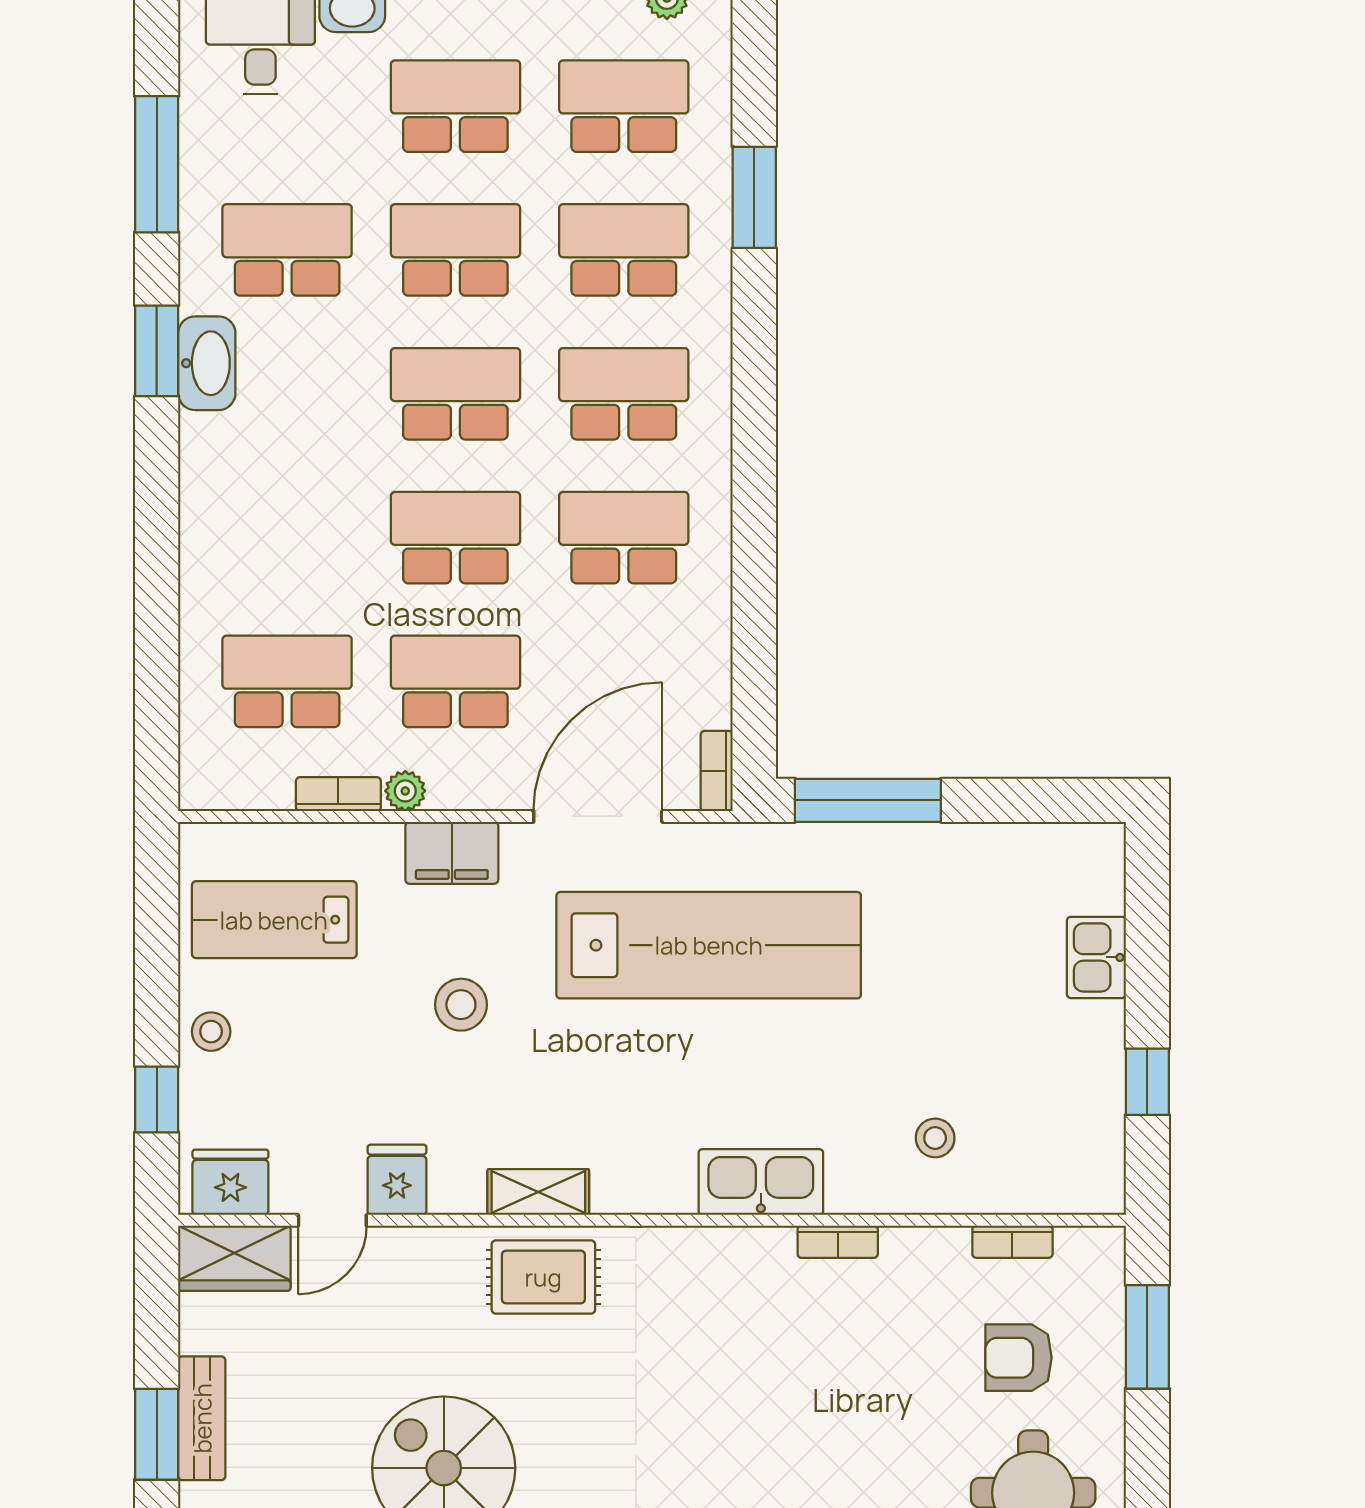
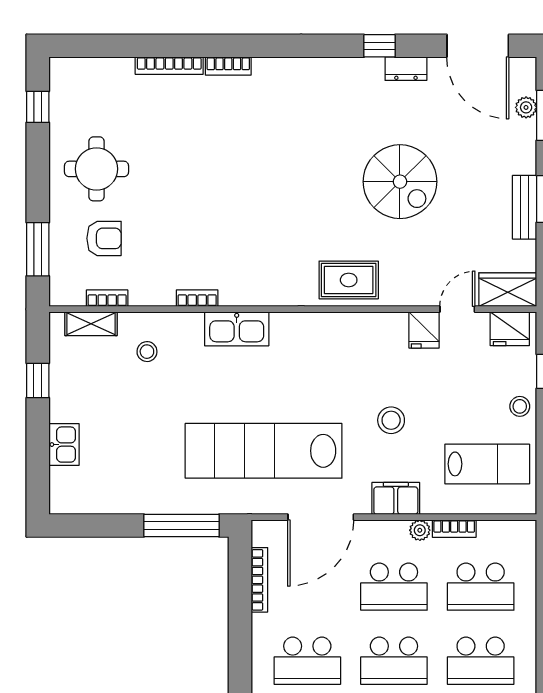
school desk: (287, 538) -> (481, 661), added
bookcase: (717, 771) -> (259, 580), moved, width x1.56
shelving: (538, 1192) -> (91, 324), moved

